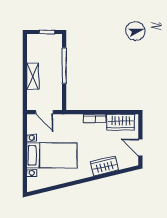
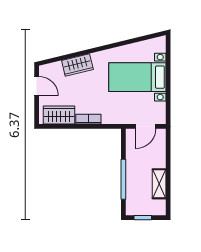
shelving: (33, 76) -> (159, 184), moved
door: (44, 112) -> (146, 126), swing flipped

